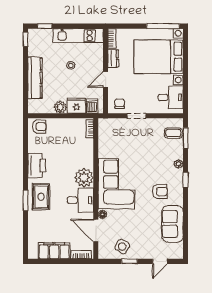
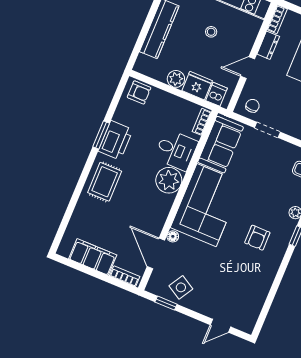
armchair: (160, 191) -> (257, 238), turned 90
window: (25, 200) -> (101, 135), moved
desk: (80, 200) -> (176, 150), moved
sofa: (172, 224) -> (221, 145), moved, turned 180
window: (129, 261) -> (166, 303), moved

